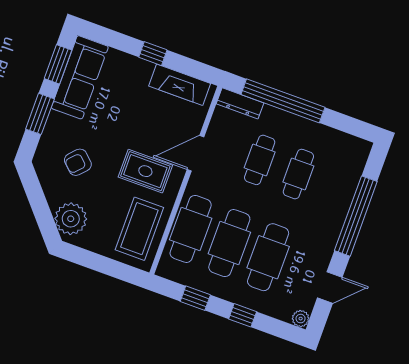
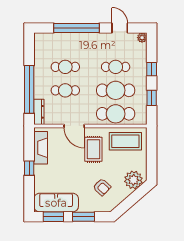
cafe table: (268, 257) -> (116, 67), width x0.73, depth x0.74

